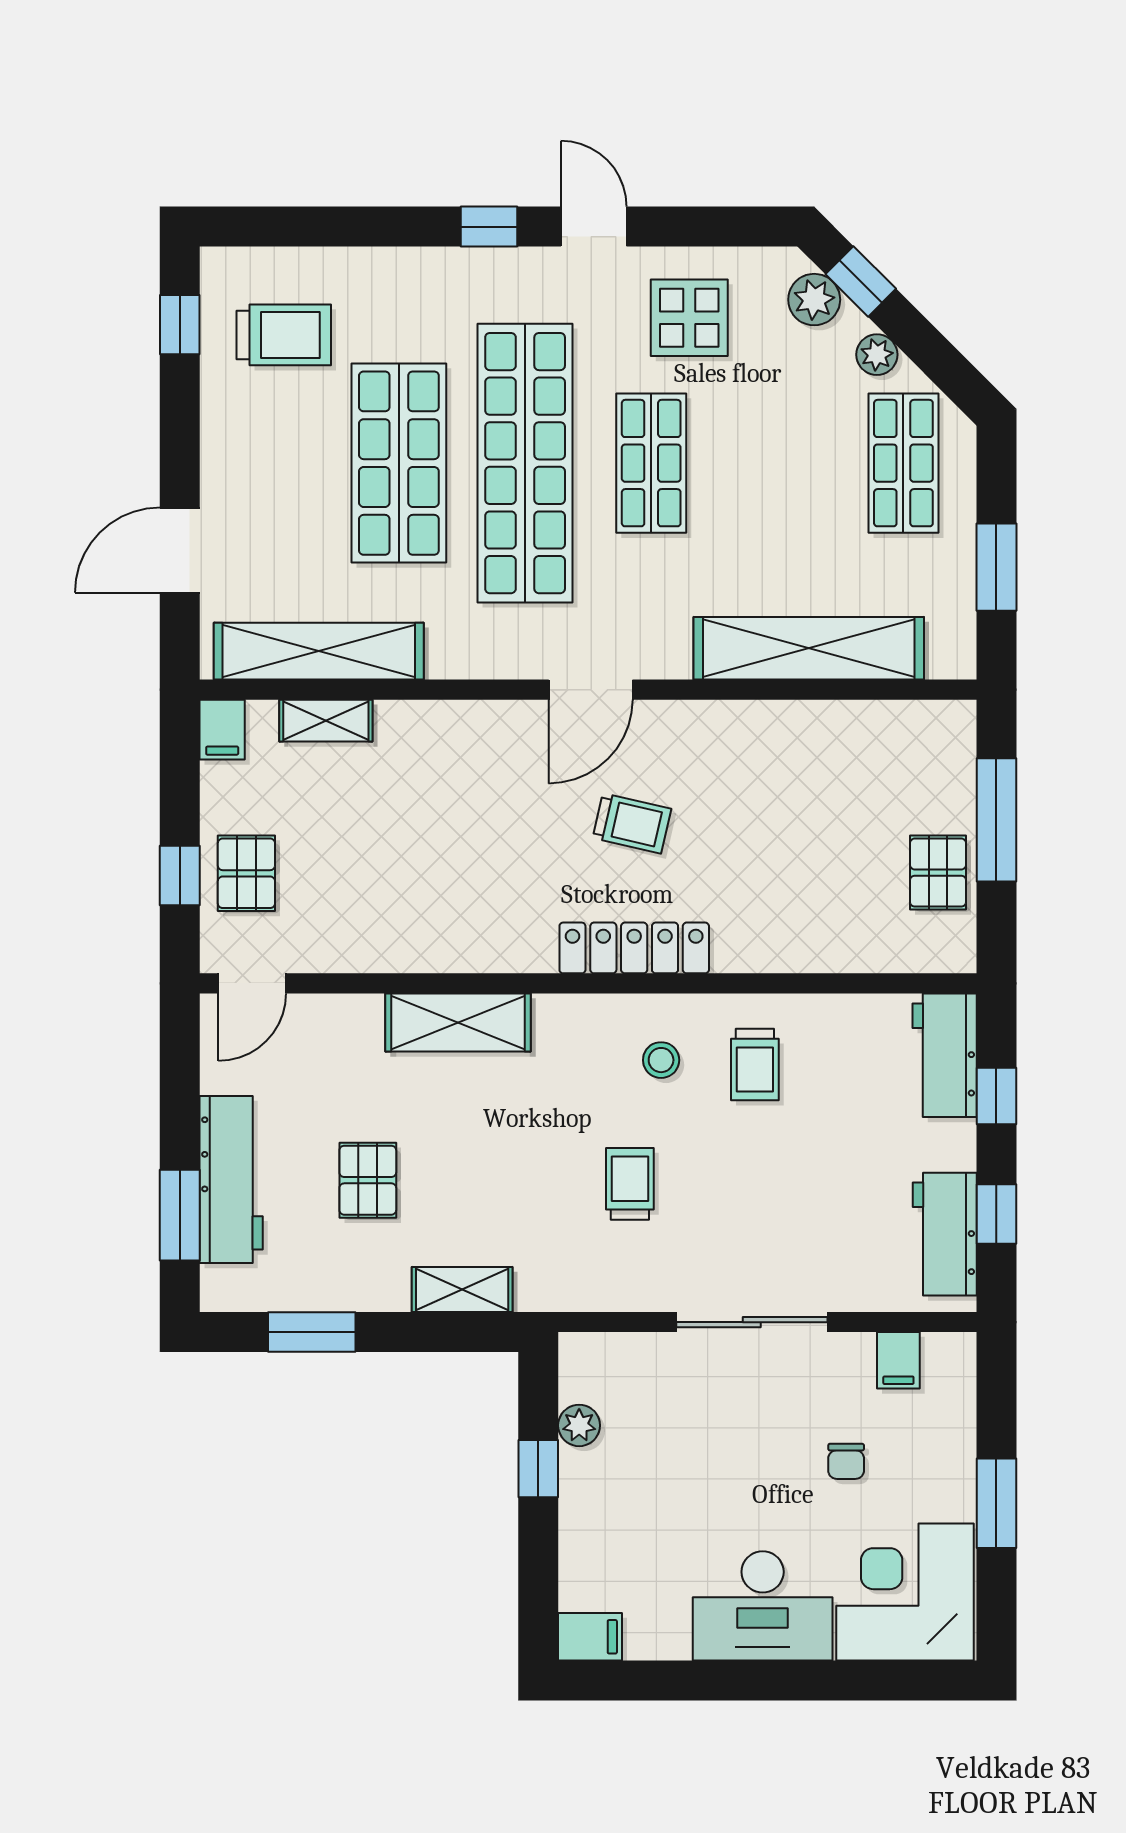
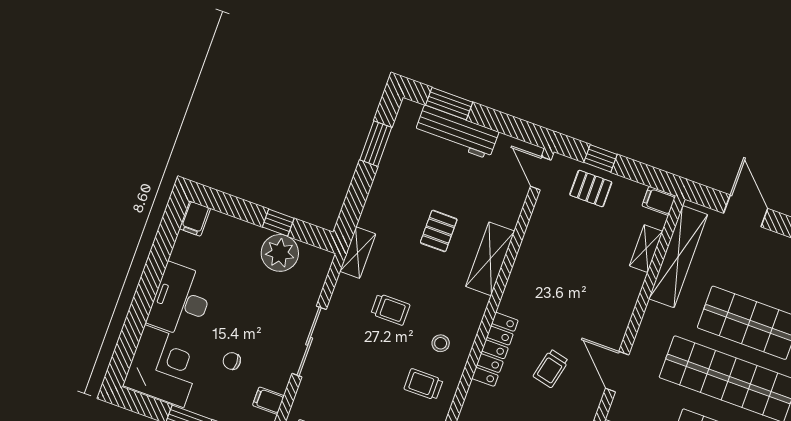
pallet: (368, 1180) -> (439, 231), moved, turned 90
shelving: (462, 1289) -> (358, 253), moved
plant: (579, 1425) -> (280, 253), width x1.88, depth x1.88

